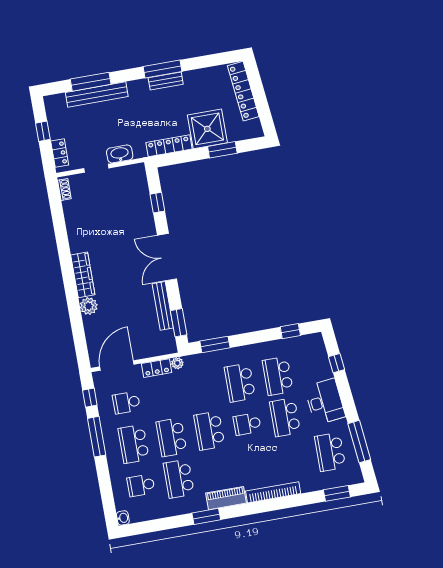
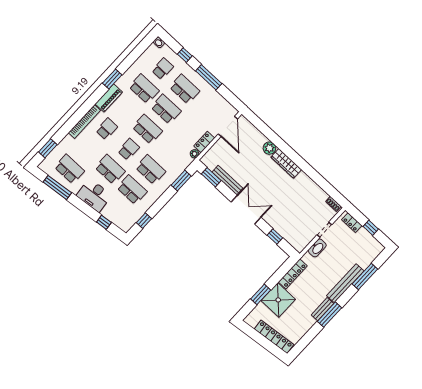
bench: (97, 94) -> (345, 283), moved
window: (90, 398) -> (185, 55), moved
school desk: (126, 403) -> (107, 129), moved

